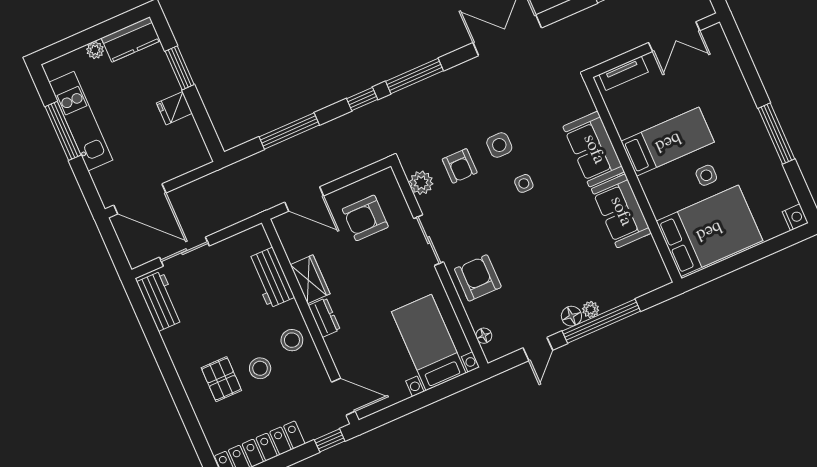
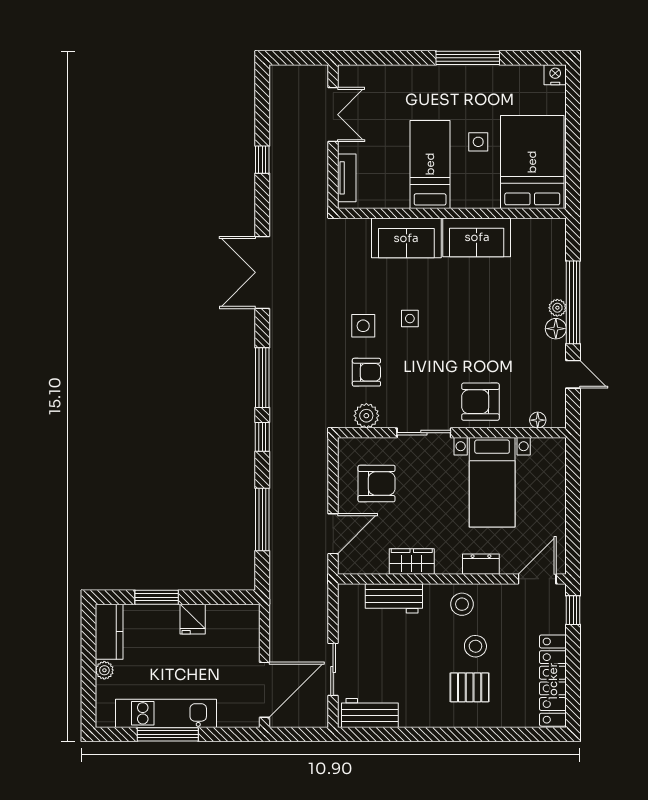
armchair: (365, 218) -> (377, 484), turned -90
dresser: (324, 318) -> (481, 564), moved
bed with nightstands: (429, 342) -> (492, 482), moved, turned -90

